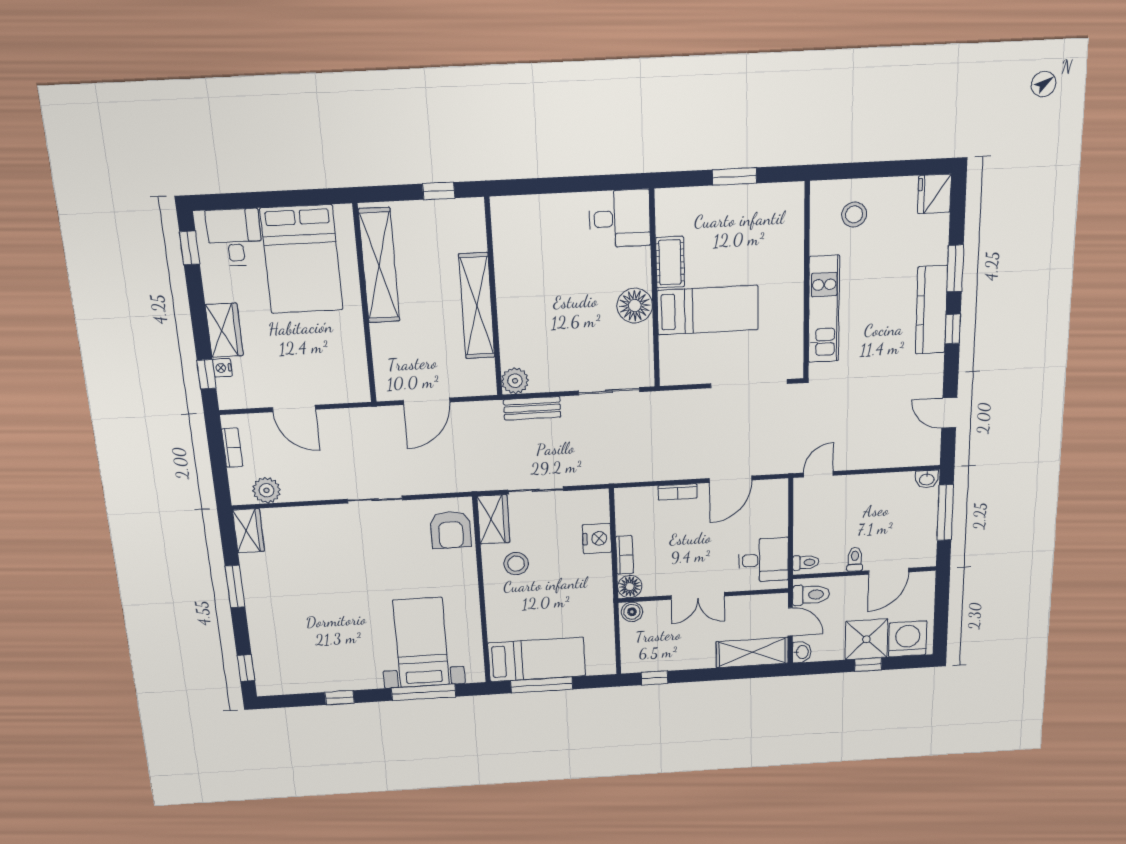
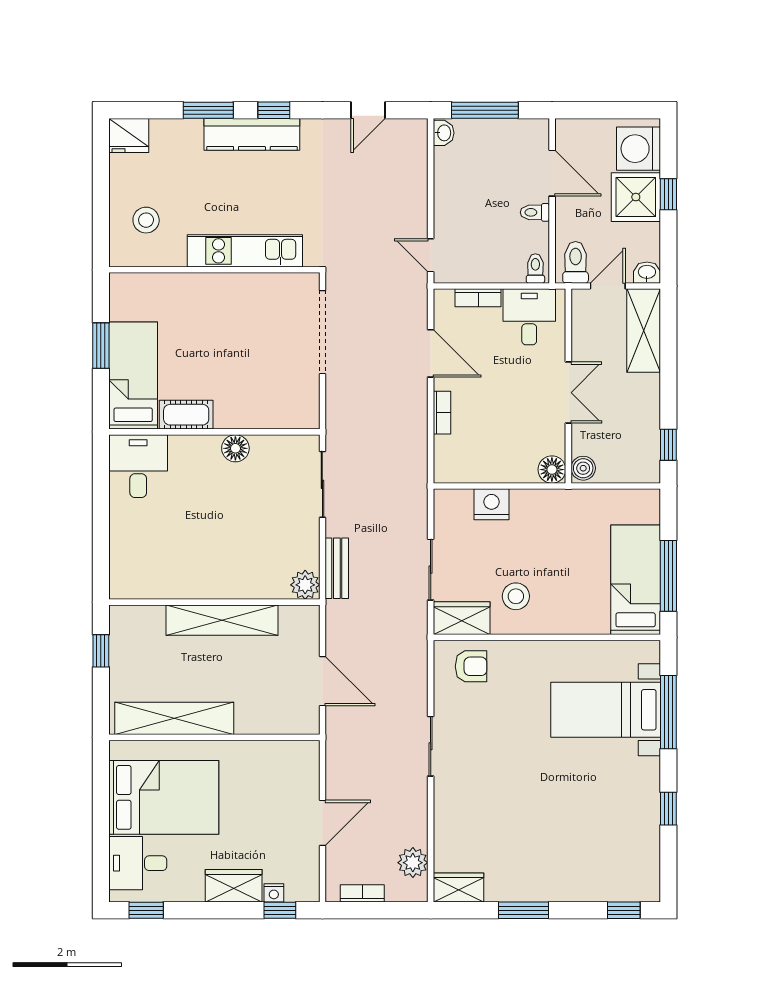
floor lamp: (635, 306) -> (235, 448), width x0.73, depth x0.73
bed: (708, 310) -> (133, 376), moved
armchair: (451, 530) -> (471, 666), width x0.72, depth x0.72
bookcase: (625, 555) -> (478, 298), moved, turned 180

